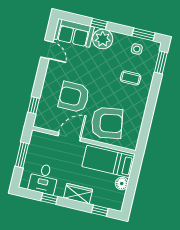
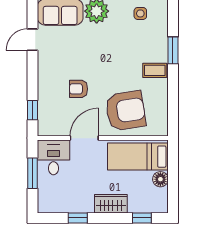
door: (47, 50) -> (32, 40), swing flipped
window: (161, 62) -> (173, 50), moved
coffee table: (131, 78) -> (155, 70), moved
armchair: (74, 97) -> (78, 89), width x0.53, depth x0.53
desk: (44, 179) -> (53, 157), moved, turned 180

